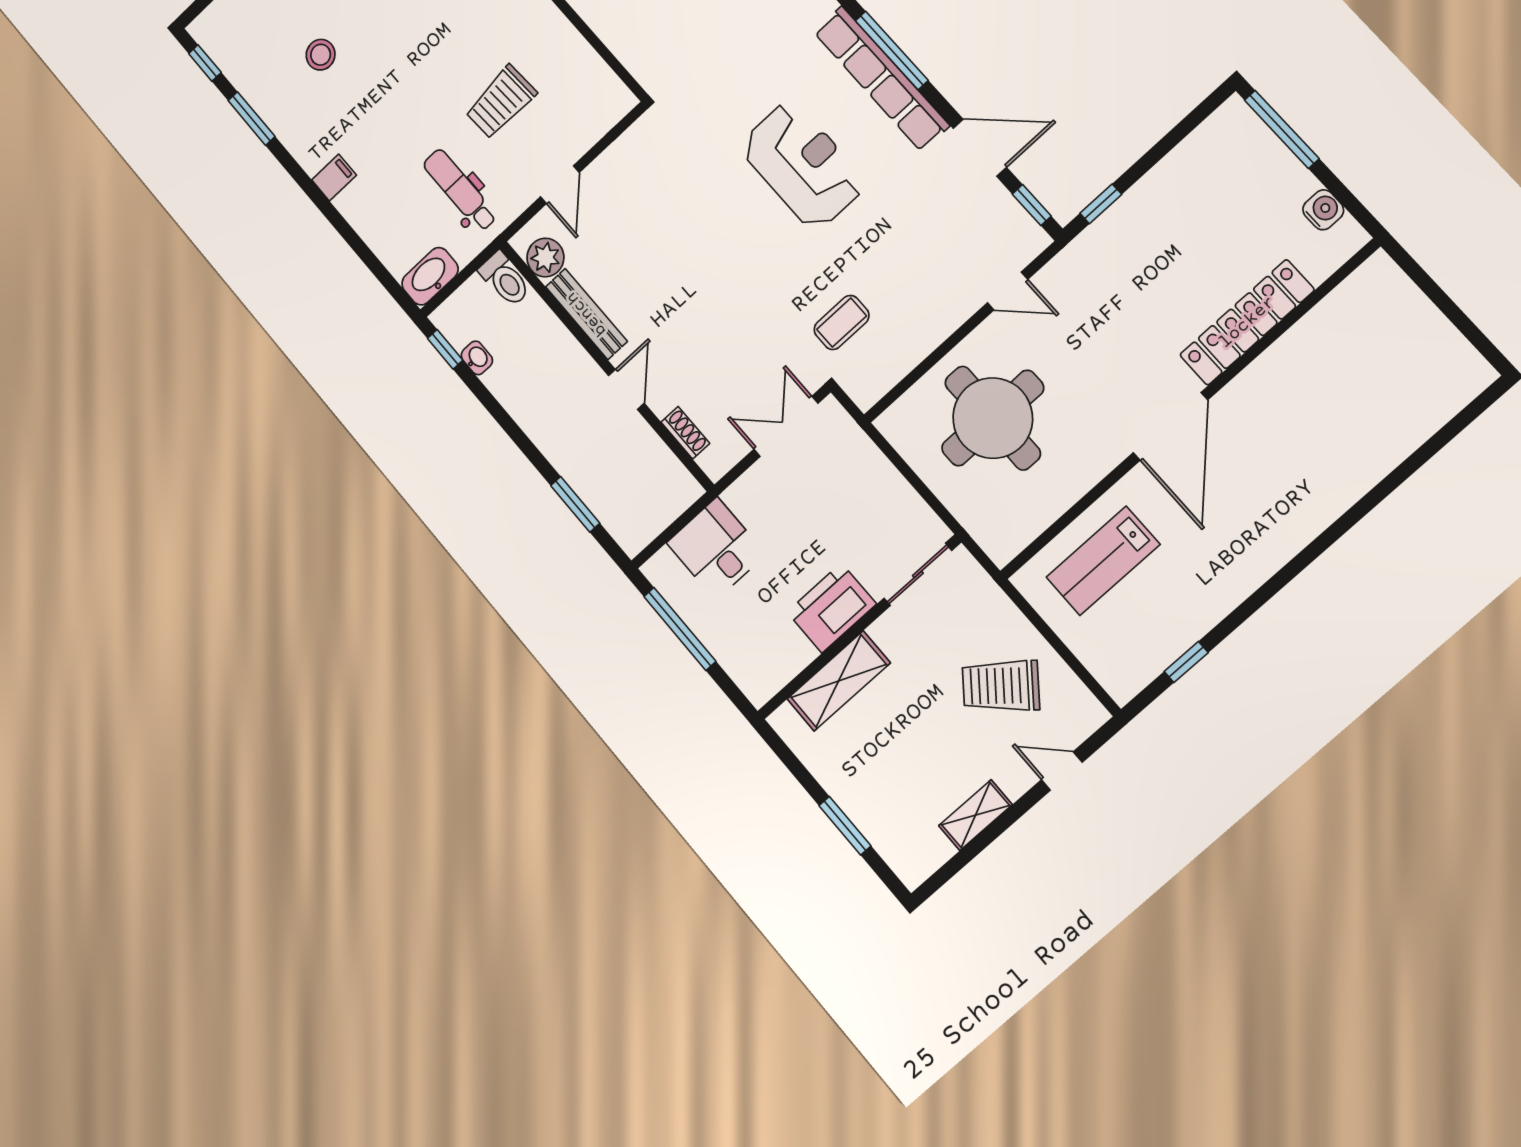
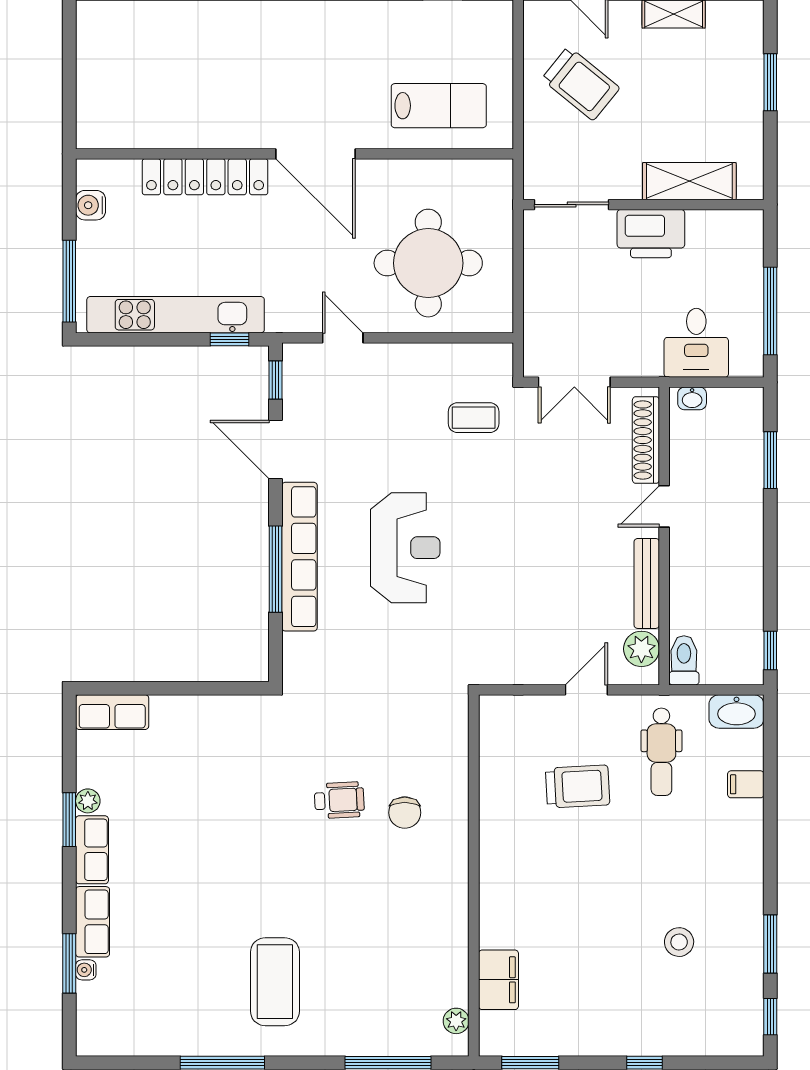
reception desk: (803, 165) -> (405, 548), turned 180
filing cabinet: (334, 178) -> (746, 784), moved
kitchen unit: (1165, 183) -> (176, 315), added
washbasin: (477, 358) -> (692, 398), moved, turned -90
door: (1170, 426) -> (316, 154), swing flipped
shoe rack: (685, 433) -> (646, 440), width x1.94, depth x1.24

